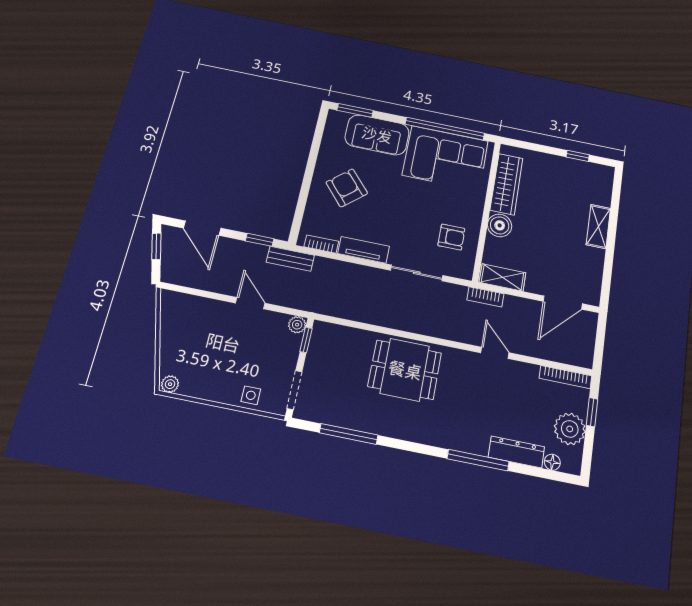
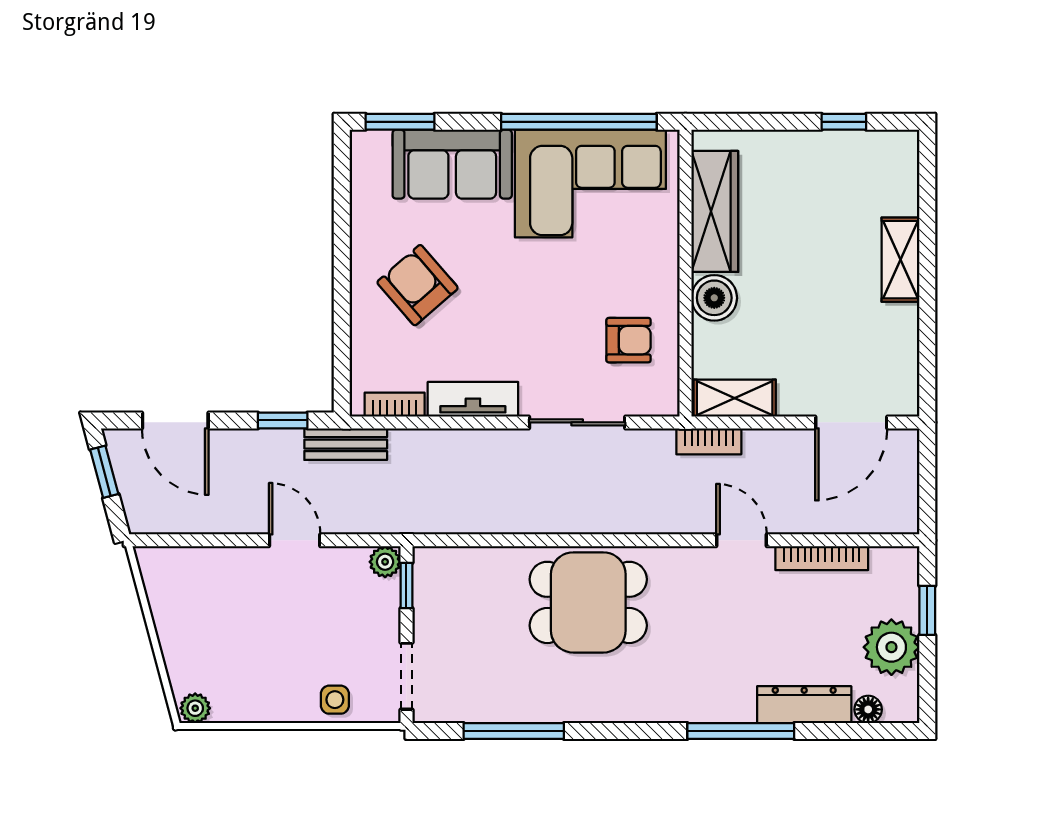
bookcase: (565, 377) -> (822, 558), moved

